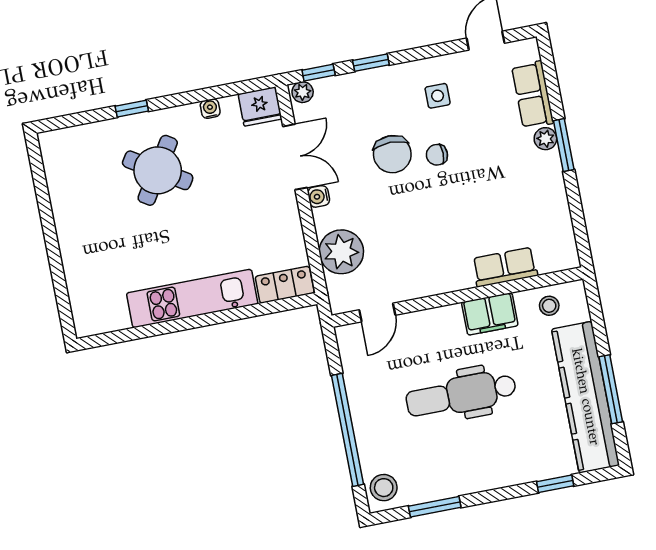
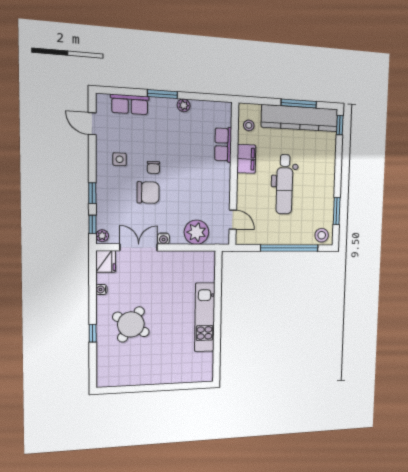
plant: (545, 139) -> (184, 105), moved
locker: (285, 285) -> (208, 266), removed
window: (555, 484) -> (340, 125), moved

